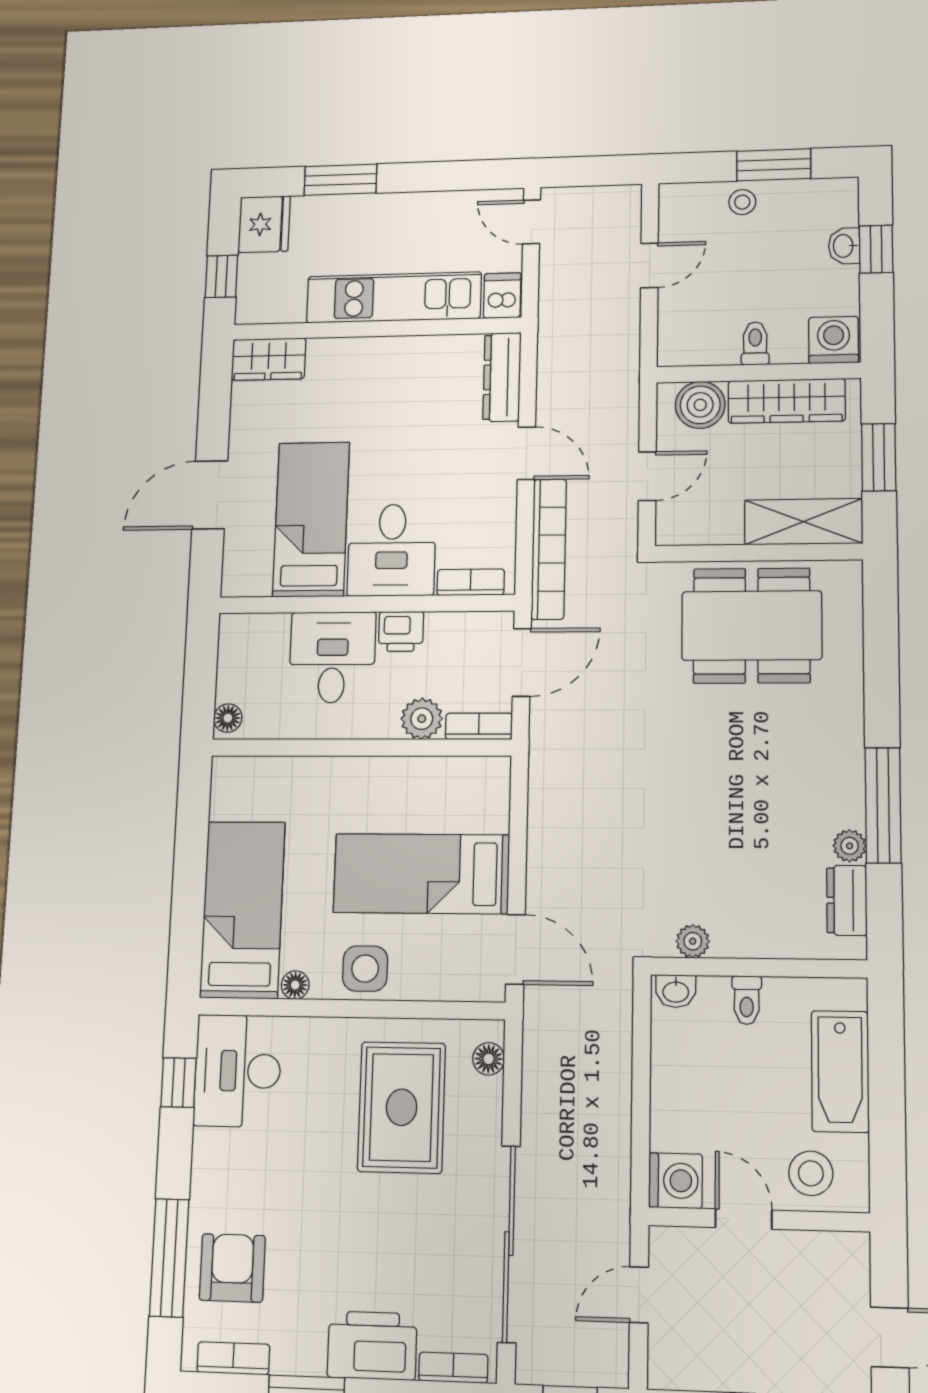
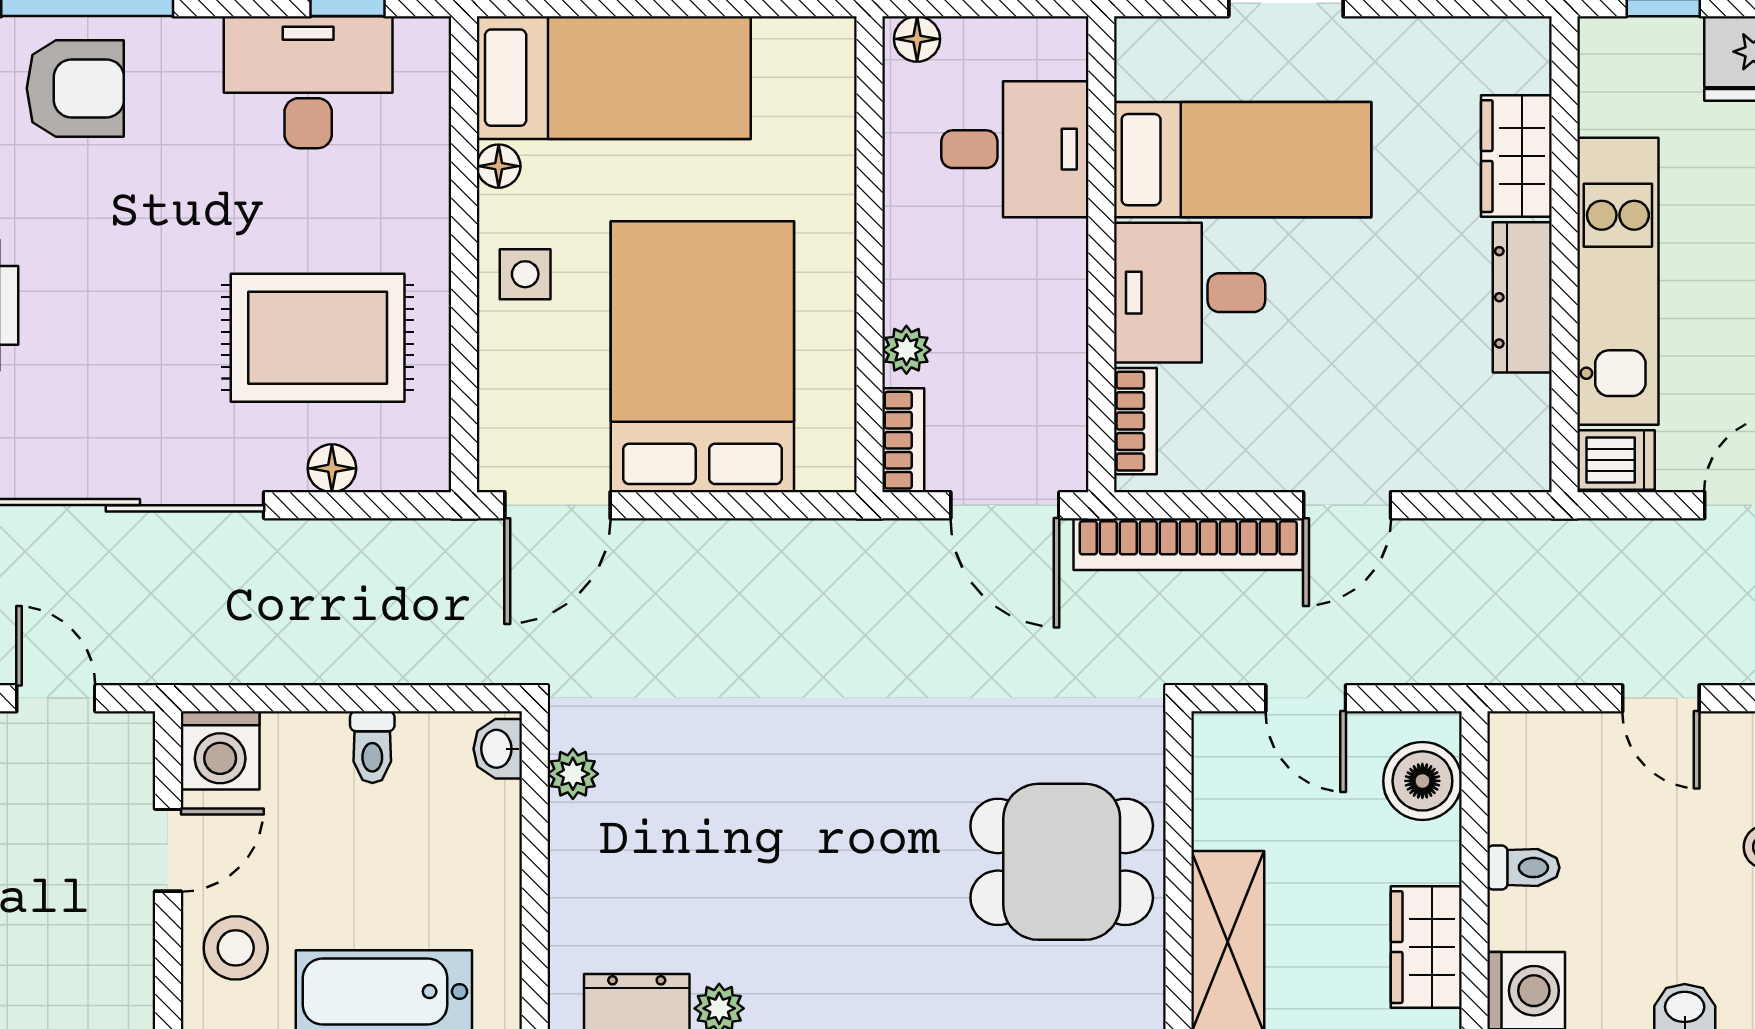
wardrobe: (269, 359) -> (1516, 156), moved
dresser: (502, 377) -> (1522, 297), moved, turned -90
wardrobe: (787, 401) -> (1426, 947), width x0.67
dining table: (752, 626) -> (1062, 862), width x0.73
printer: (401, 631) -> (1056, 312), removed
desk: (332, 657) -> (1015, 149), moved
plant: (422, 719) -> (906, 350), width x0.73, depth x0.73
bed: (421, 874) -> (702, 357), width x1.50
side table: (365, 969) -> (525, 274), width x0.73, depth x0.73
toilet: (747, 1000) -> (372, 747), moved, turned -90
floor lamp: (489, 1059) -> (332, 468), moved
desk: (238, 1071) -> (308, 82), moved

